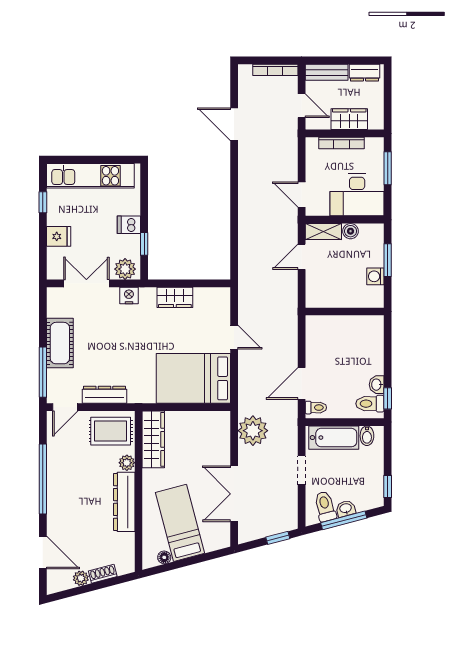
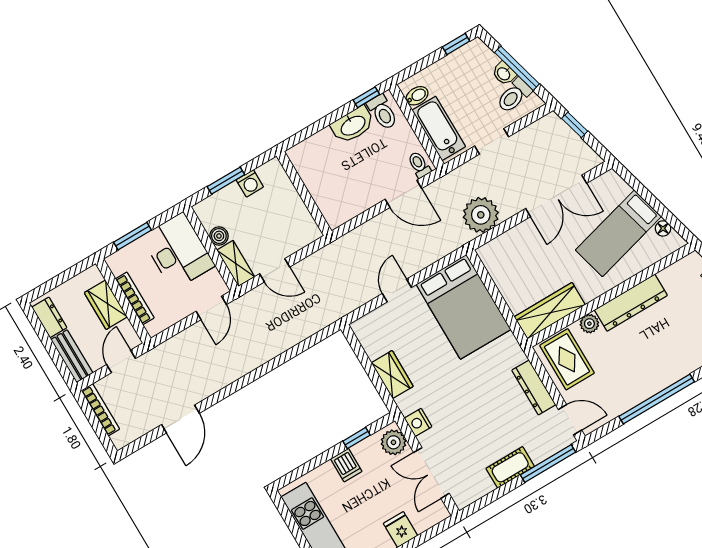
cot: (60, 343) -> (510, 467), width x0.73, depth x0.75
washbasin: (377, 385) -> (353, 125), width x1.91, depth x1.45

